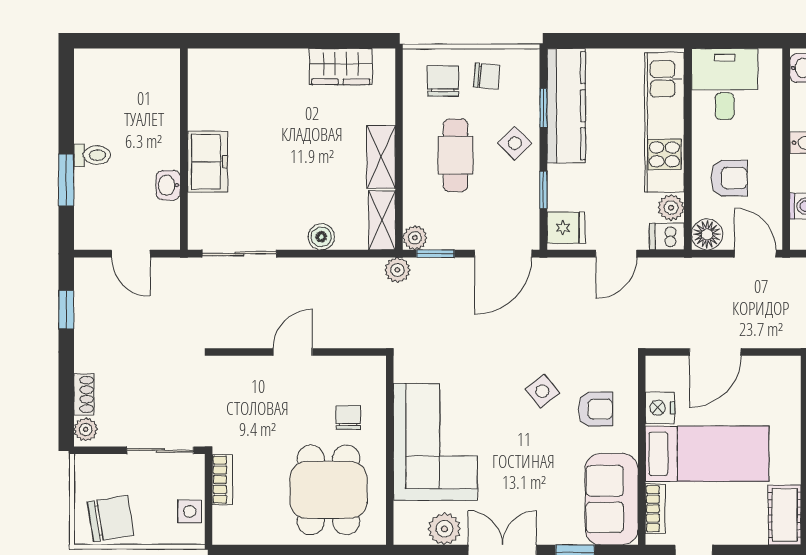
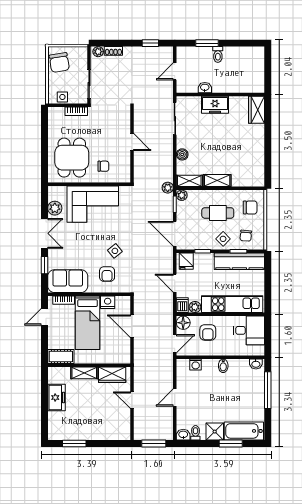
wardrobe: (341, 67) -> (256, 110), moved
chair: (487, 76) -> (246, 236), moved
dining table: (328, 490) -> (72, 158), turned 90

